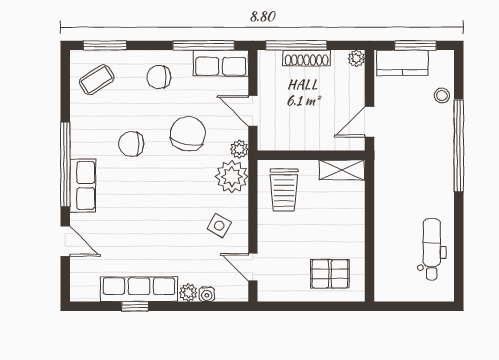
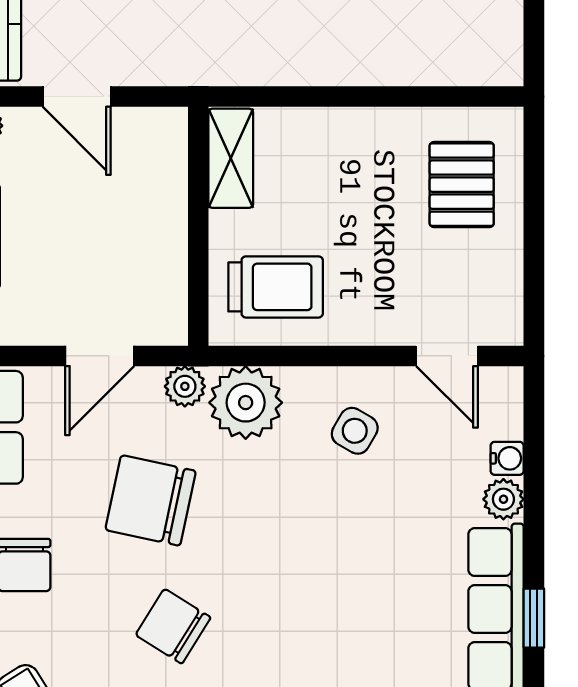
door: (370, 122) -> (77, 97), moved
chair: (131, 144) -> (173, 626), turned 122
door: (253, 267) -> (447, 356), hinge flipped

